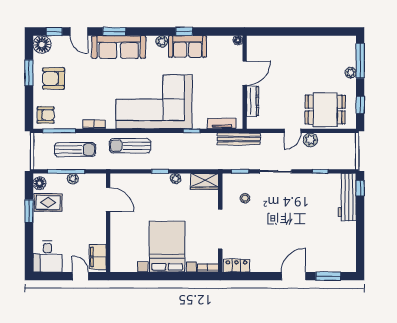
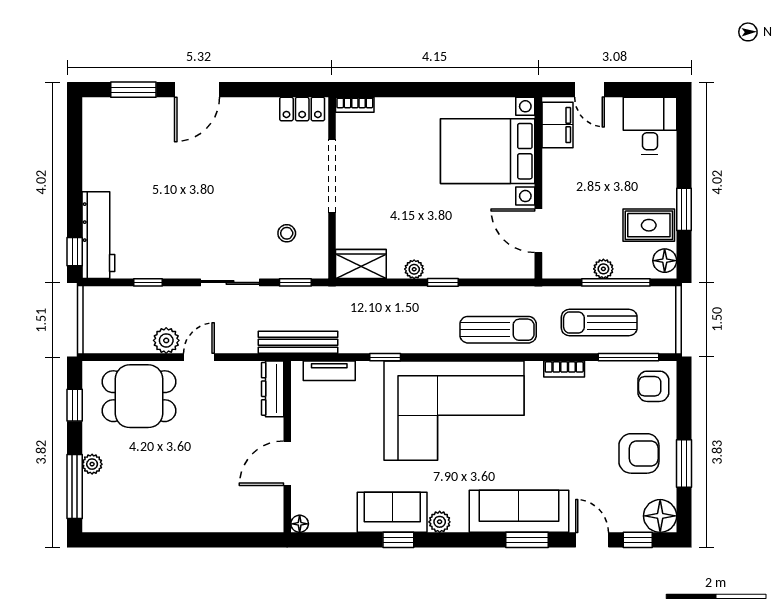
dresser: (253, 101) -> (273, 389), moved
bed with nightstands: (167, 247) -> (488, 151), moved, turned 90

